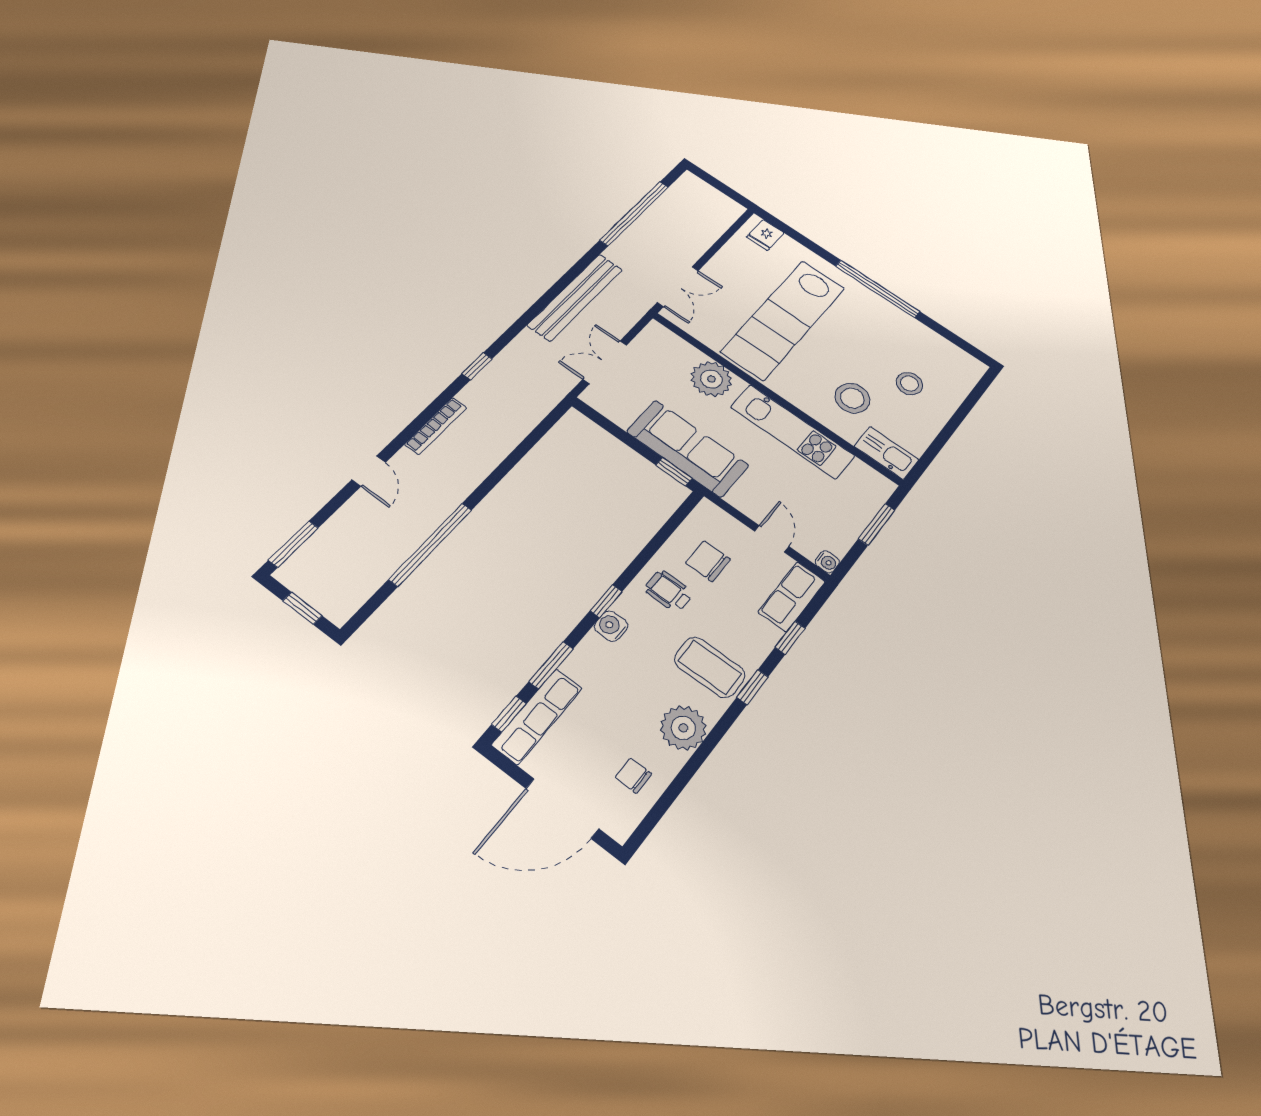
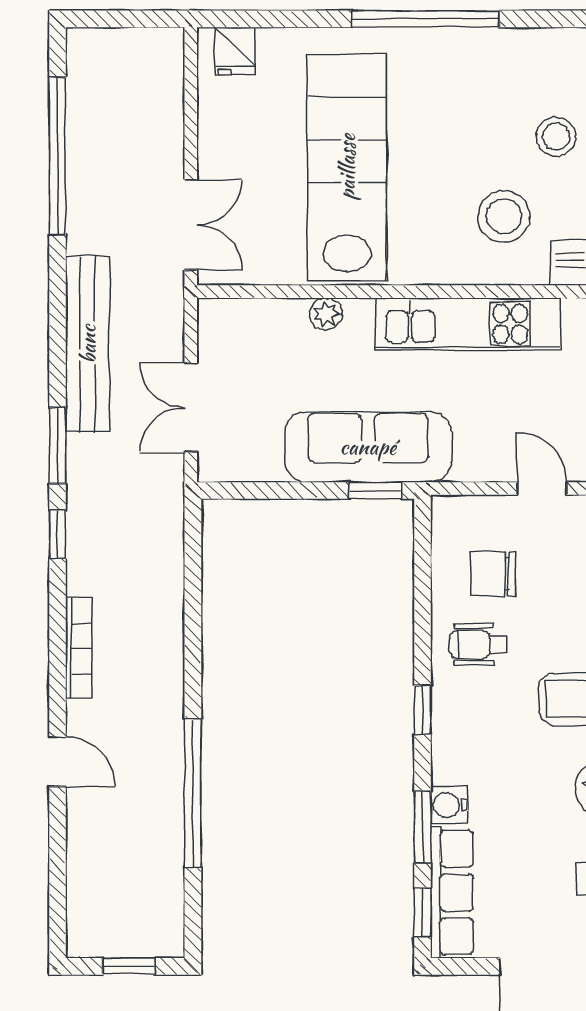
lab bench: (783, 320) -> (347, 167), turned 180
plant: (711, 379) -> (326, 314), width x0.53, depth x0.53
window: (293, 544) -> (57, 446), moved
water cooler: (611, 626) -> (449, 805), moved

